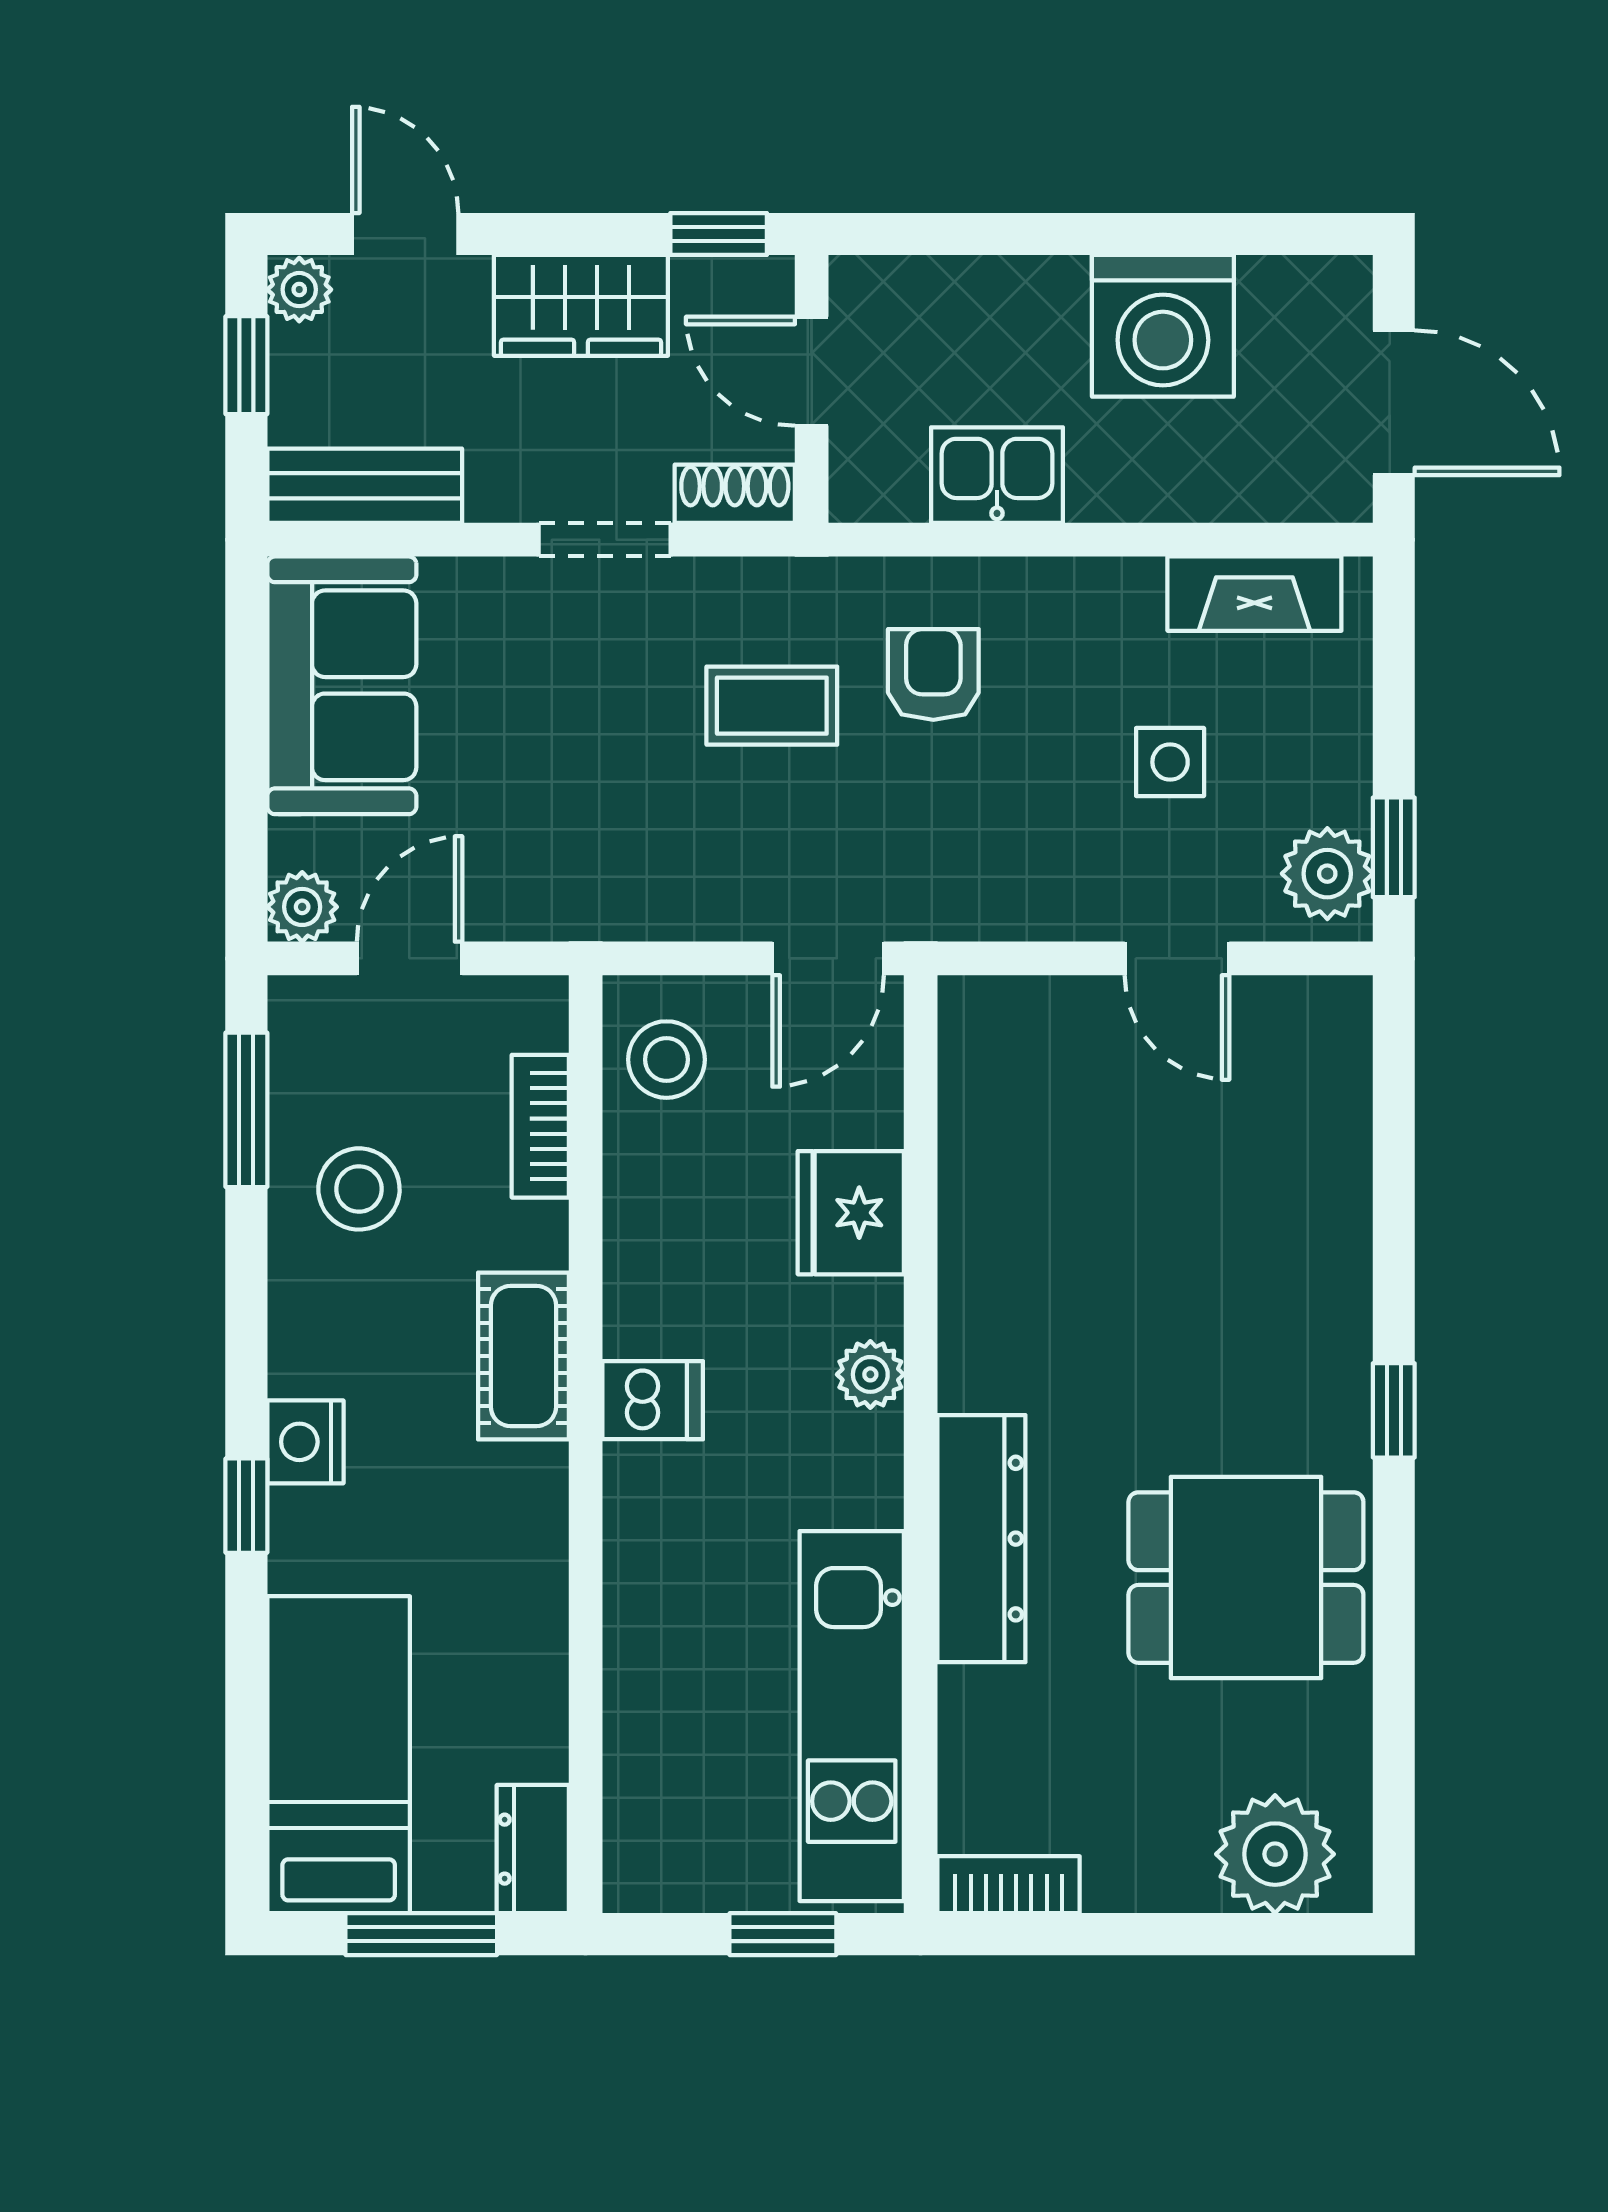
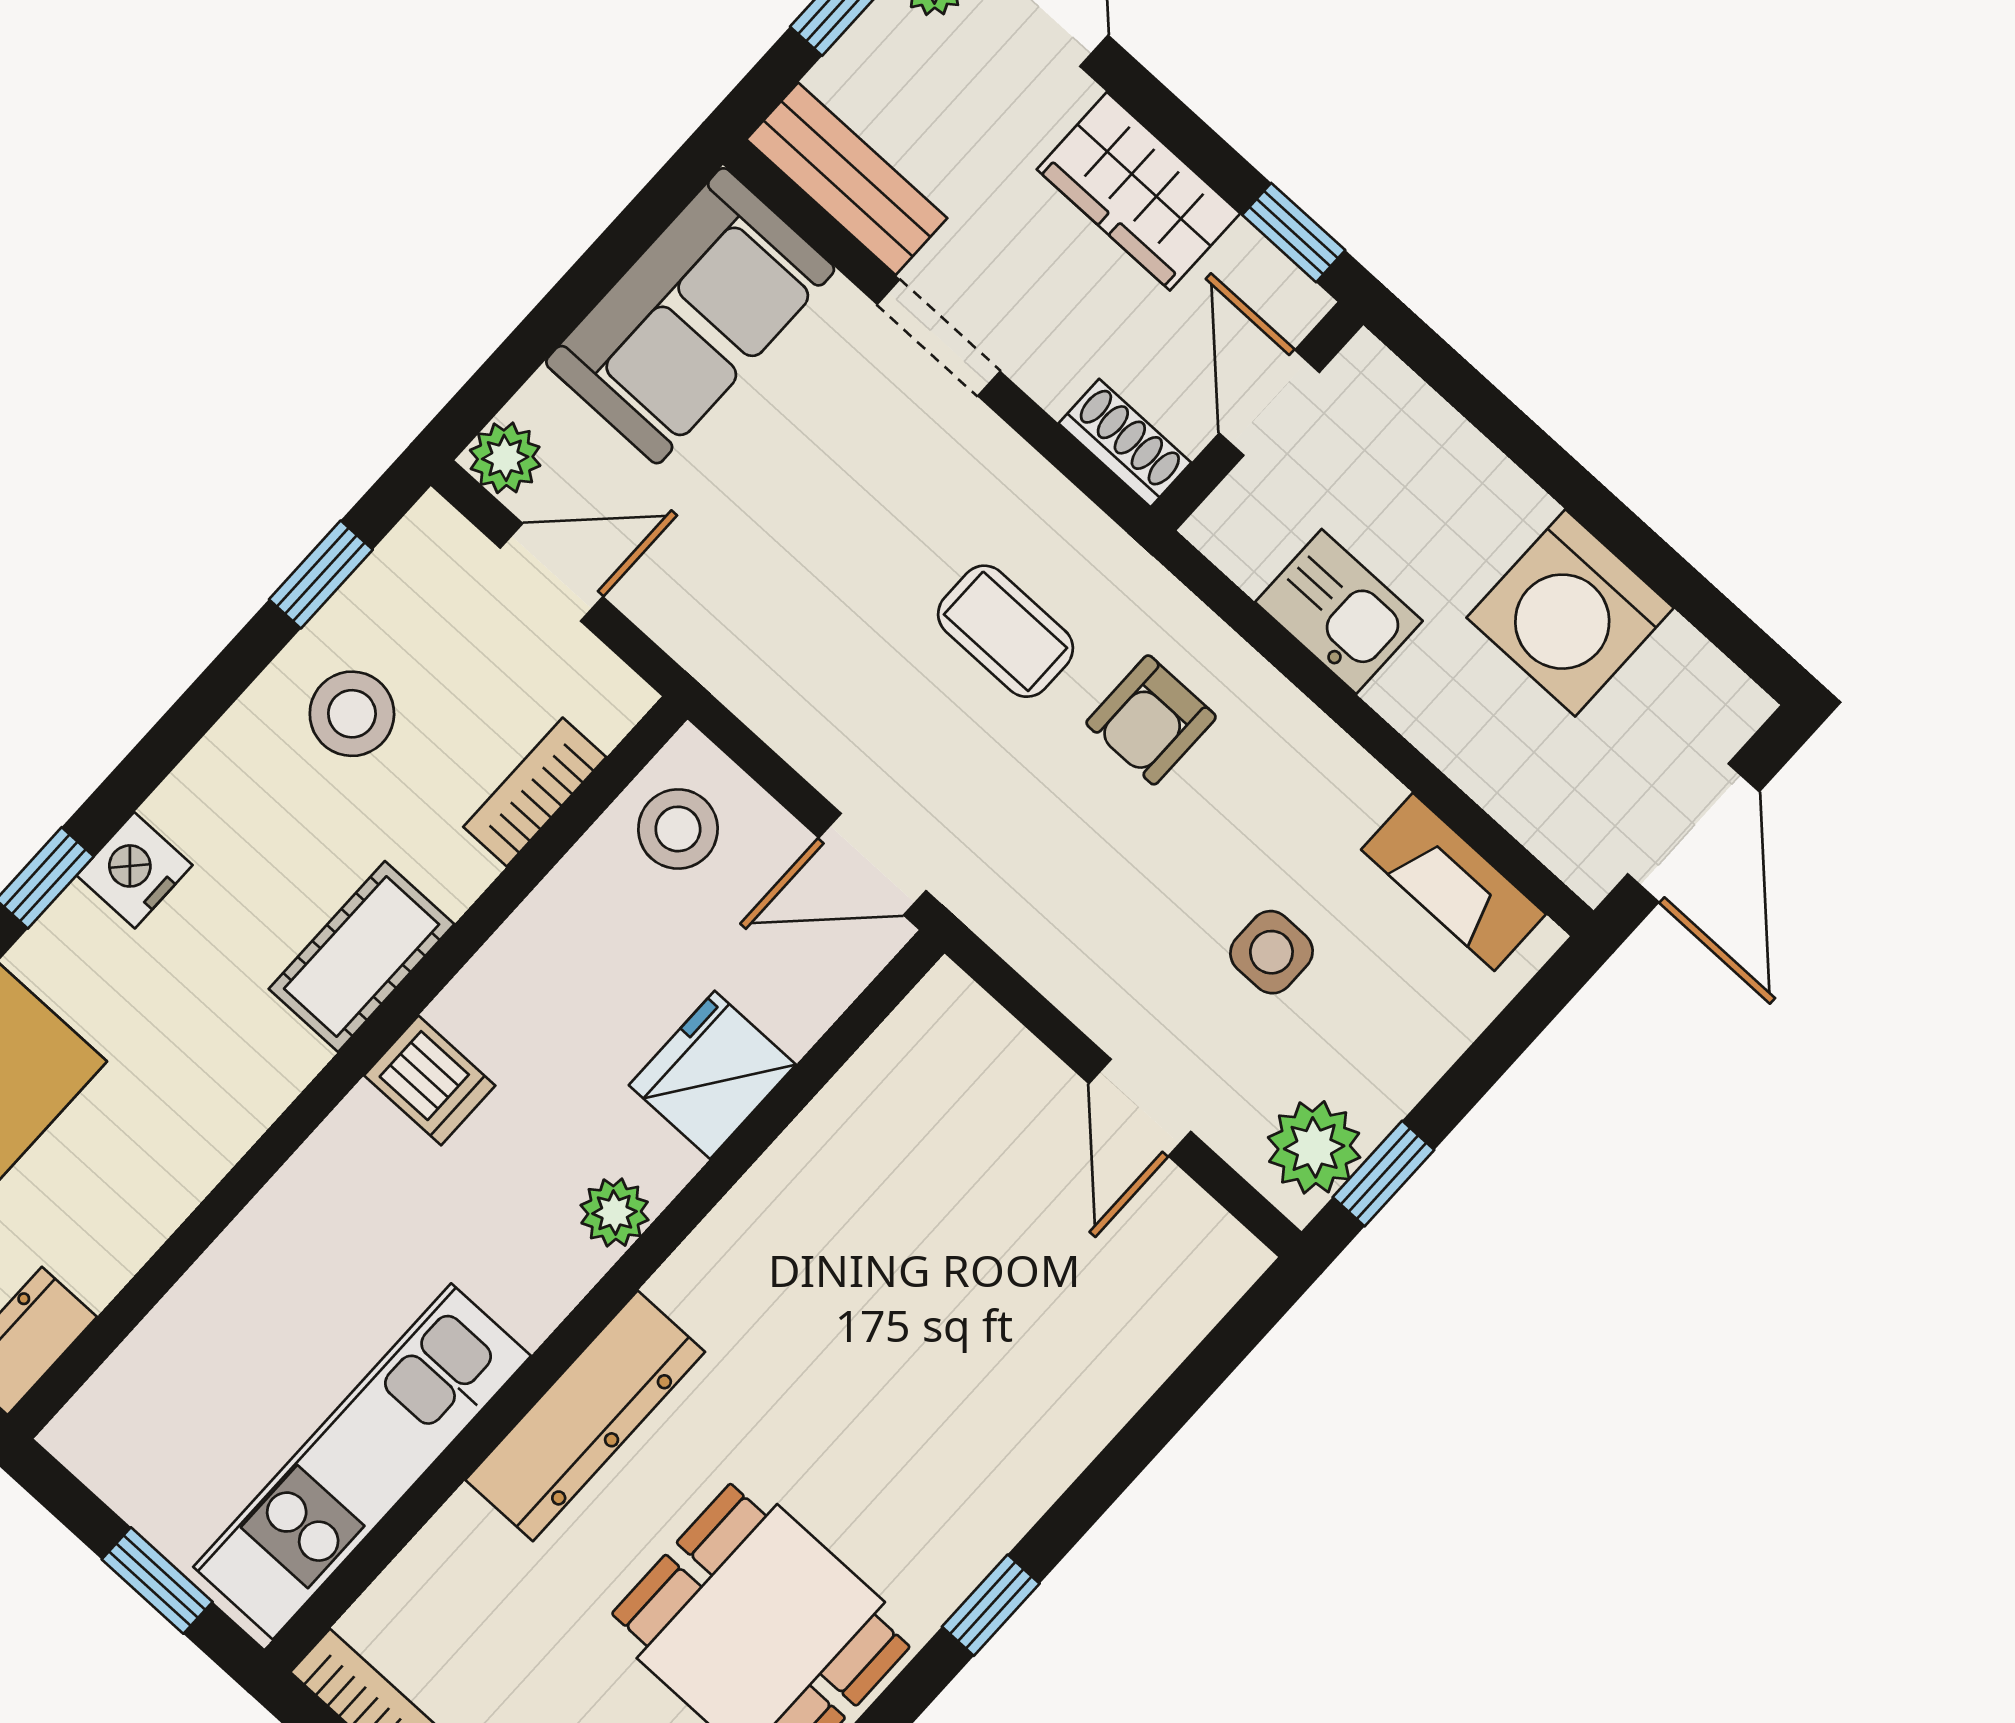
doorway: (605, 540) -> (939, 338), moved
armchair: (933, 674) -> (1151, 720), turned 180
window: (246, 1110) -> (321, 575), width x0.67

